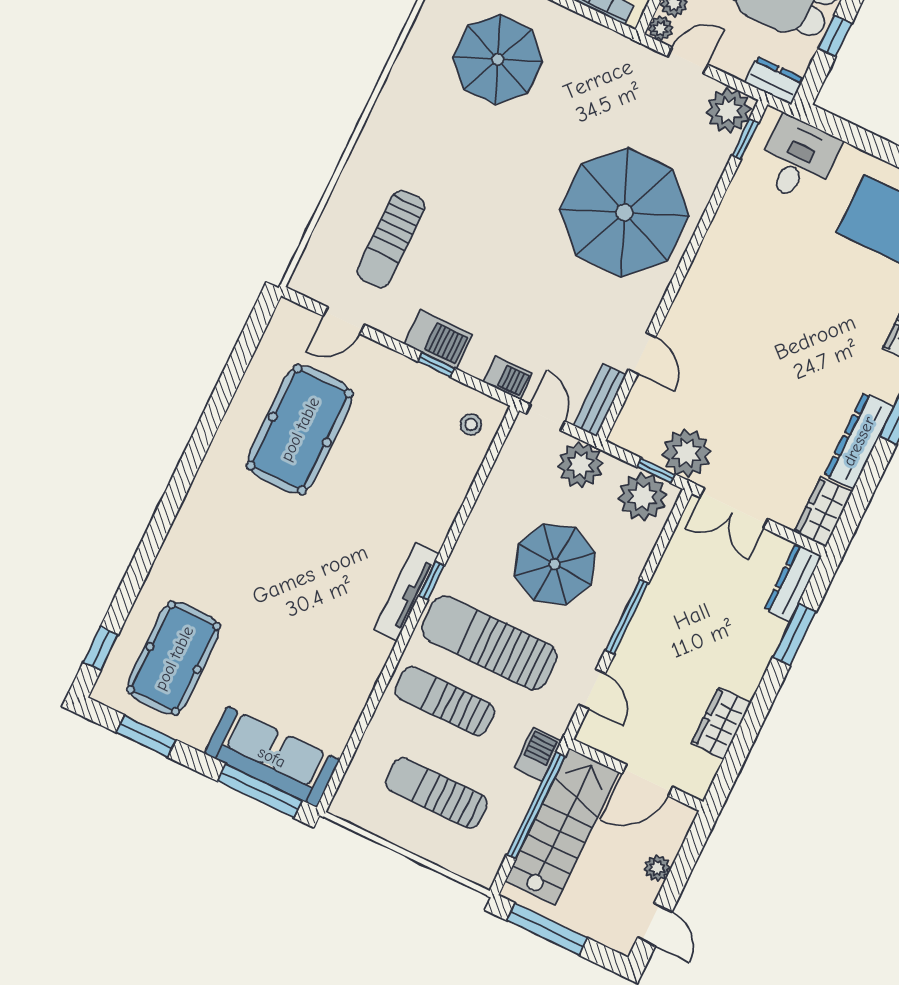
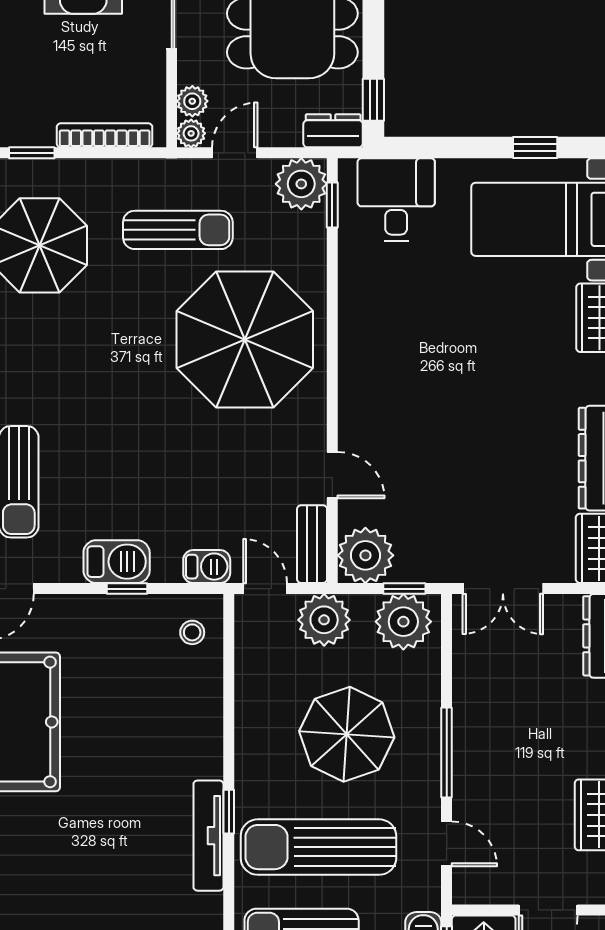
window: (835, 36) -> (373, 100), moved
sun lounger: (613, 100) -> (178, 230), added
plant: (687, 453) -> (365, 555), moved

